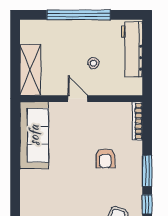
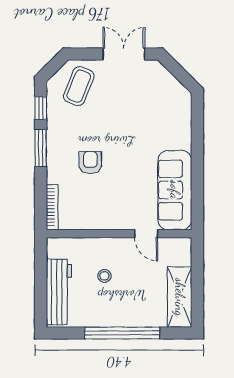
shelving: (30, 70) -> (180, 297), moved
door: (78, 99) -> (146, 234), moved

